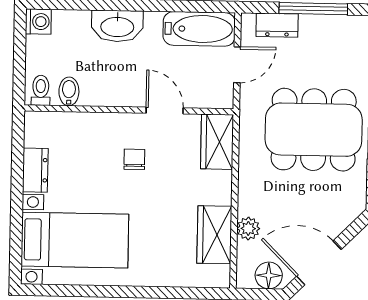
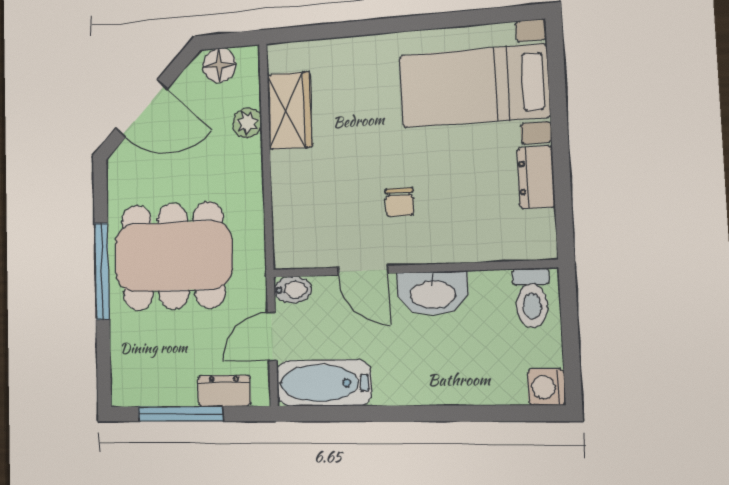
washbasin: (117, 26) -> (433, 293), moved, turned 180
toilet: (41, 90) -> (532, 298), width x1.37, depth x1.39
bidet: (69, 91) -> (293, 290), moved, turned -90
wardrobe: (217, 142) -> (293, 233), removed
door: (319, 263) -> (142, 109), moved

